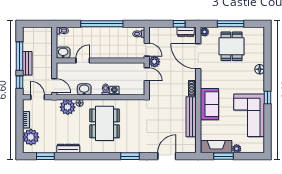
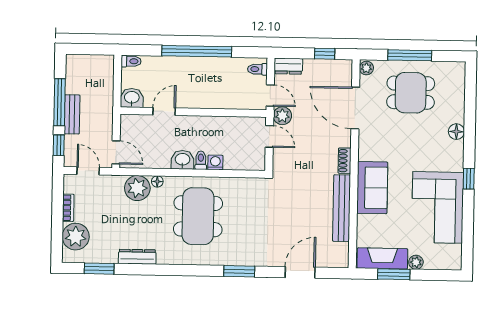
dresser: (186, 32) -> (288, 66), moved
dining table: (232, 46) -> (411, 93), turned 90
washbasin: (84, 89) -> (183, 160), moved

